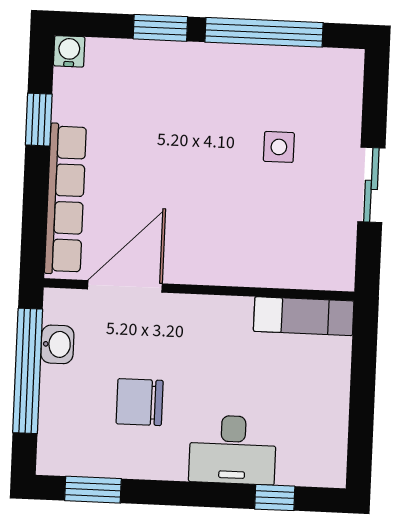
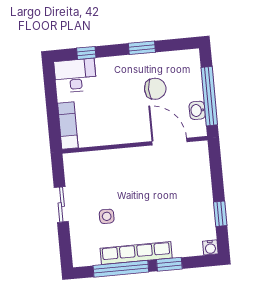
row of seats: (65, 199) -> (136, 253), moved, turned 90
door: (125, 286) -> (169, 142), swing flipped
exam couch: (304, 316) -> (68, 126), moved, turned 90
desk: (233, 450) -> (75, 76), moved
window: (93, 490) -> (142, 48), moved

